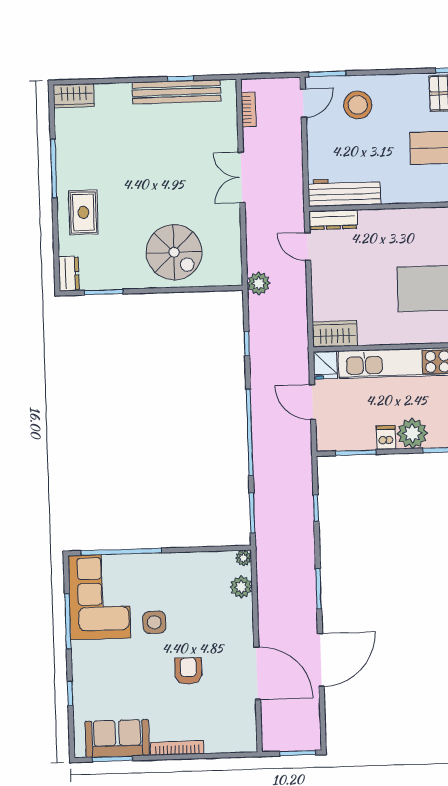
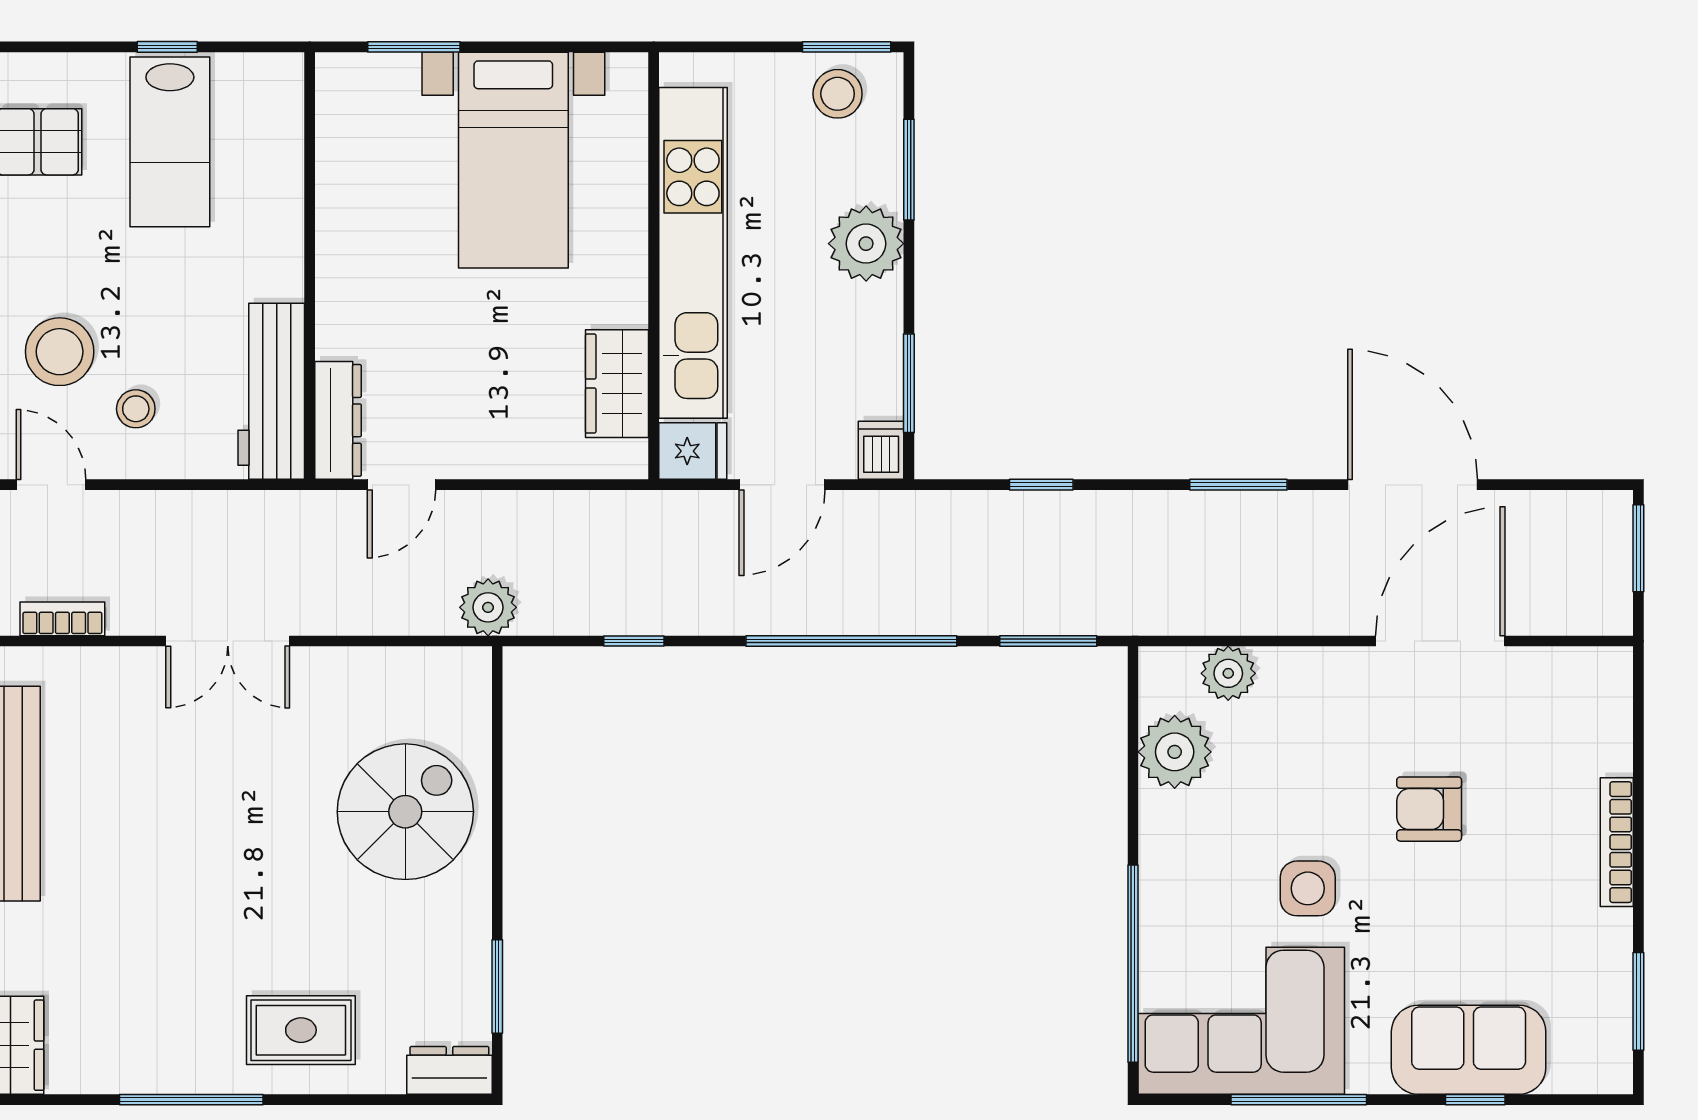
stool: (335, 137) -> (136, 409), added
wardrobe: (335, 334) -> (617, 384), moved
dishwasher: (386, 438) -> (881, 450), moved, turned 90
plant: (243, 558) -> (1175, 752), moved, width x1.88, depth x1.88
sofa: (117, 738) -> (1469, 1050), moved, turned 90

